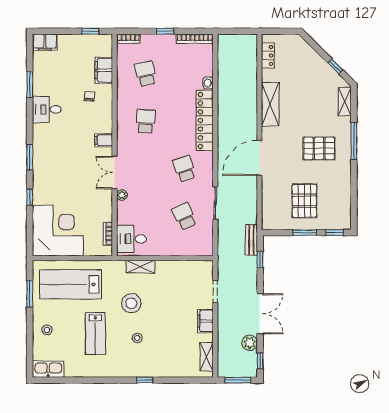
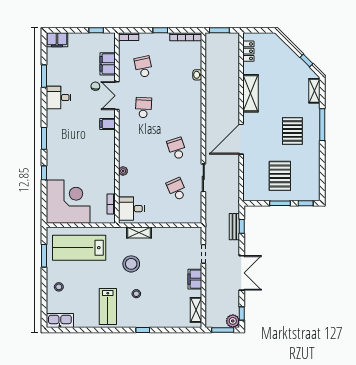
window: (234, 31) -> (219, 30), added
locker: (205, 120) -> (194, 107), removed
pallet: (319, 148) -> (292, 131), turned 90
double door: (115, 173) -> (117, 96), moved
bench: (251, 240) -> (234, 227), moved
lab bench: (95, 333) -> (108, 307), moved
plant: (250, 343) -> (233, 321), moved

